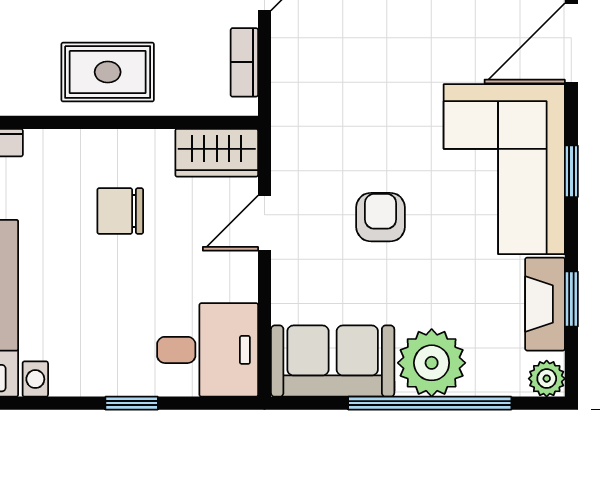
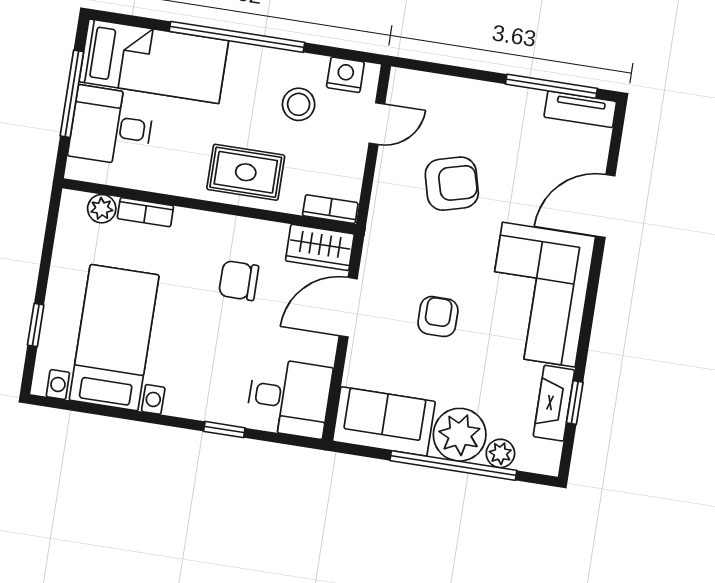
armchair: (372, 45) -> (452, 184), added
bookcase: (244, 62) -> (330, 209), moved, turned 90
window: (571, 171) -> (590, 304), removed
door: (265, 223) -> (348, 307), width x1.38
plant: (547, 379) -> (500, 453), moved

